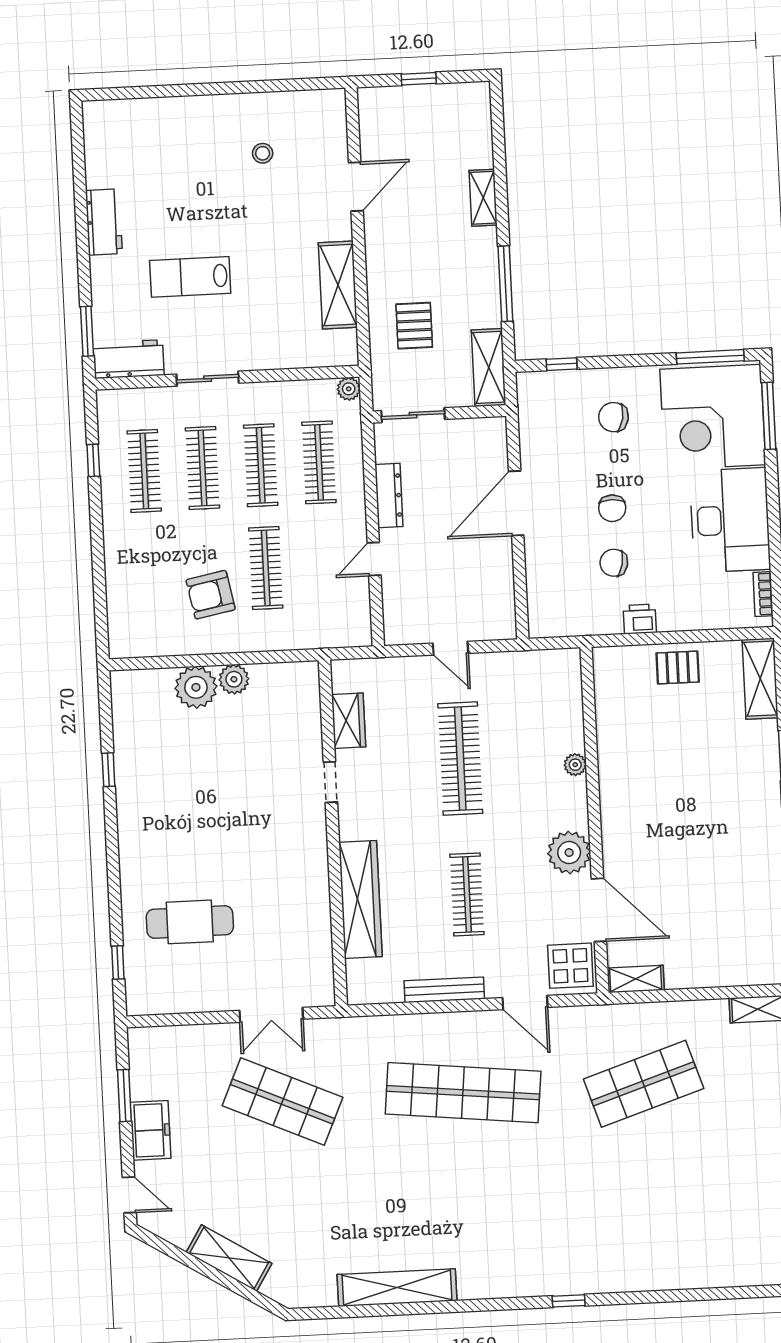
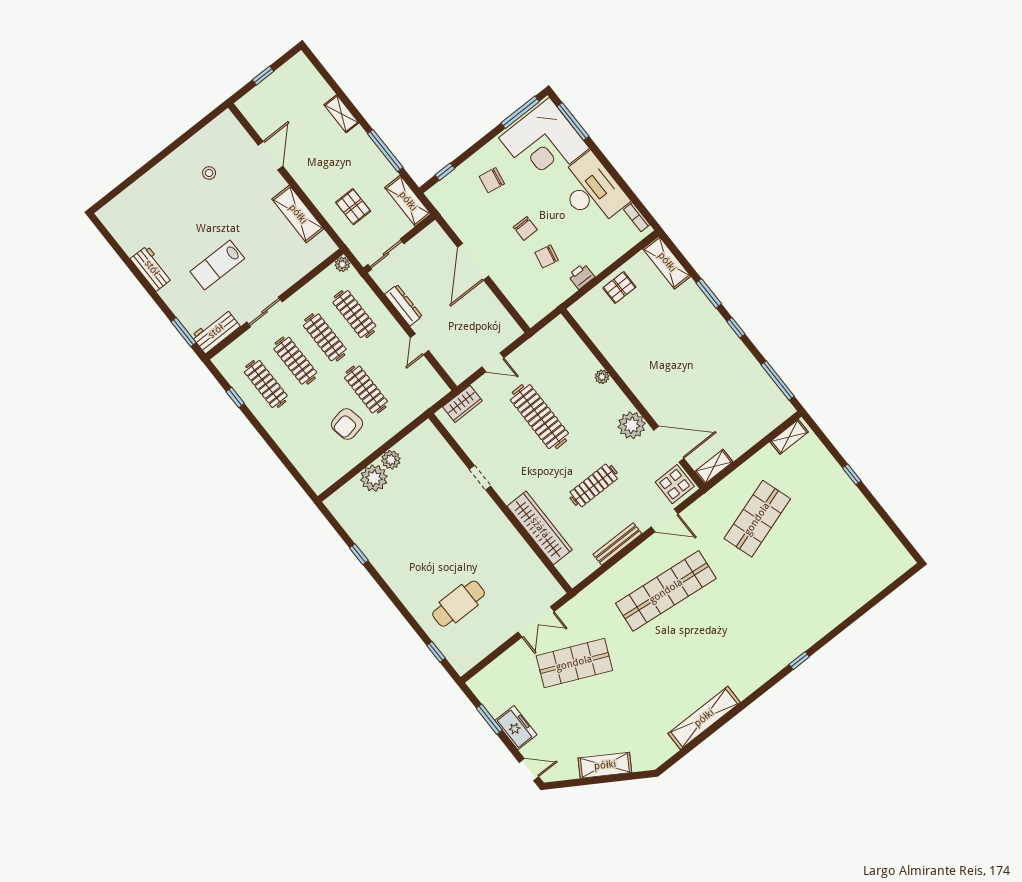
wardrobe: (349, 721) -> (462, 404), moved, turned 90
clothes rail: (467, 894) -> (594, 485), turned 90

